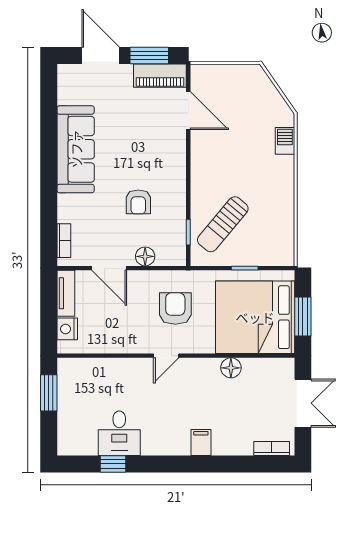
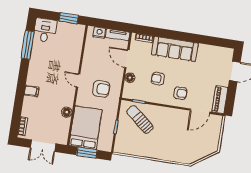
window: (149, 56) -> (231, 96), removed
barbecue: (285, 141) -> (177, 158), removed
sofa: (76, 149) -> (175, 49), moved
armchair: (159, 154) -> (180, 93), added
door: (109, 268) -> (127, 59), hinge flipped
bed: (255, 317) -> (86, 128), width x0.73
desk: (119, 433) -> (45, 30), moved, turned 90
window: (113, 464) -> (28, 45), width x2.17

